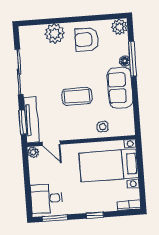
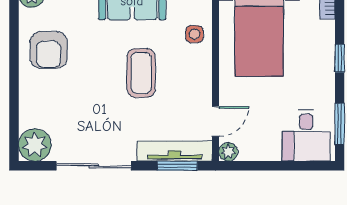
plant: (55, 34) -> (35, 145), moved

